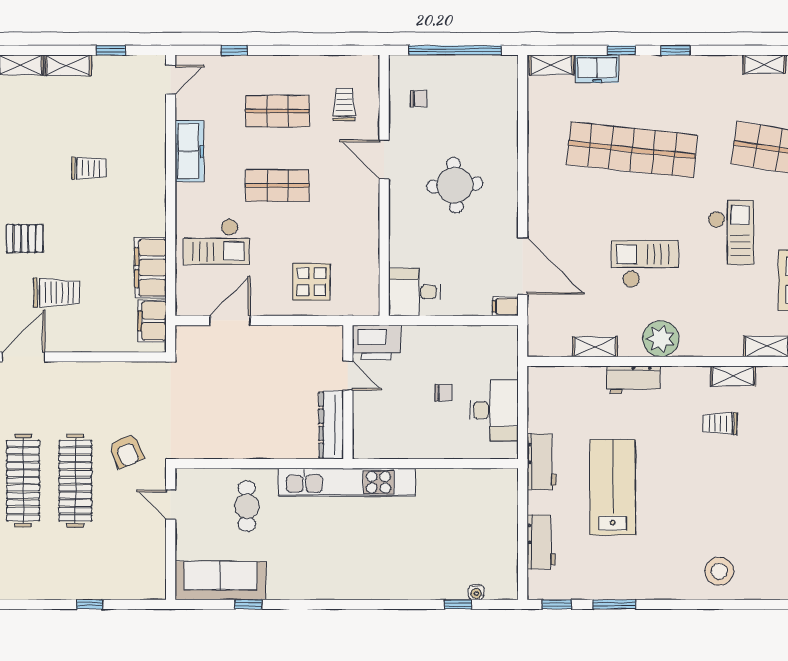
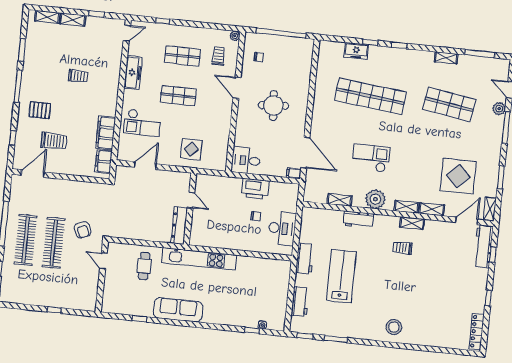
plant: (370, 64) -> (235, 36), added
shelving: (552, 65) -> (406, 207), moved
checkout: (731, 232) -> (419, 146), removed
printer: (377, 342) -> (255, 189), moved
door: (348, 376) -> (191, 200), moved
wall: (348, 392) -> (190, 209), moved
dresser: (331, 425) -> (179, 226), moved
sofa: (221, 581) -> (178, 310), moved

